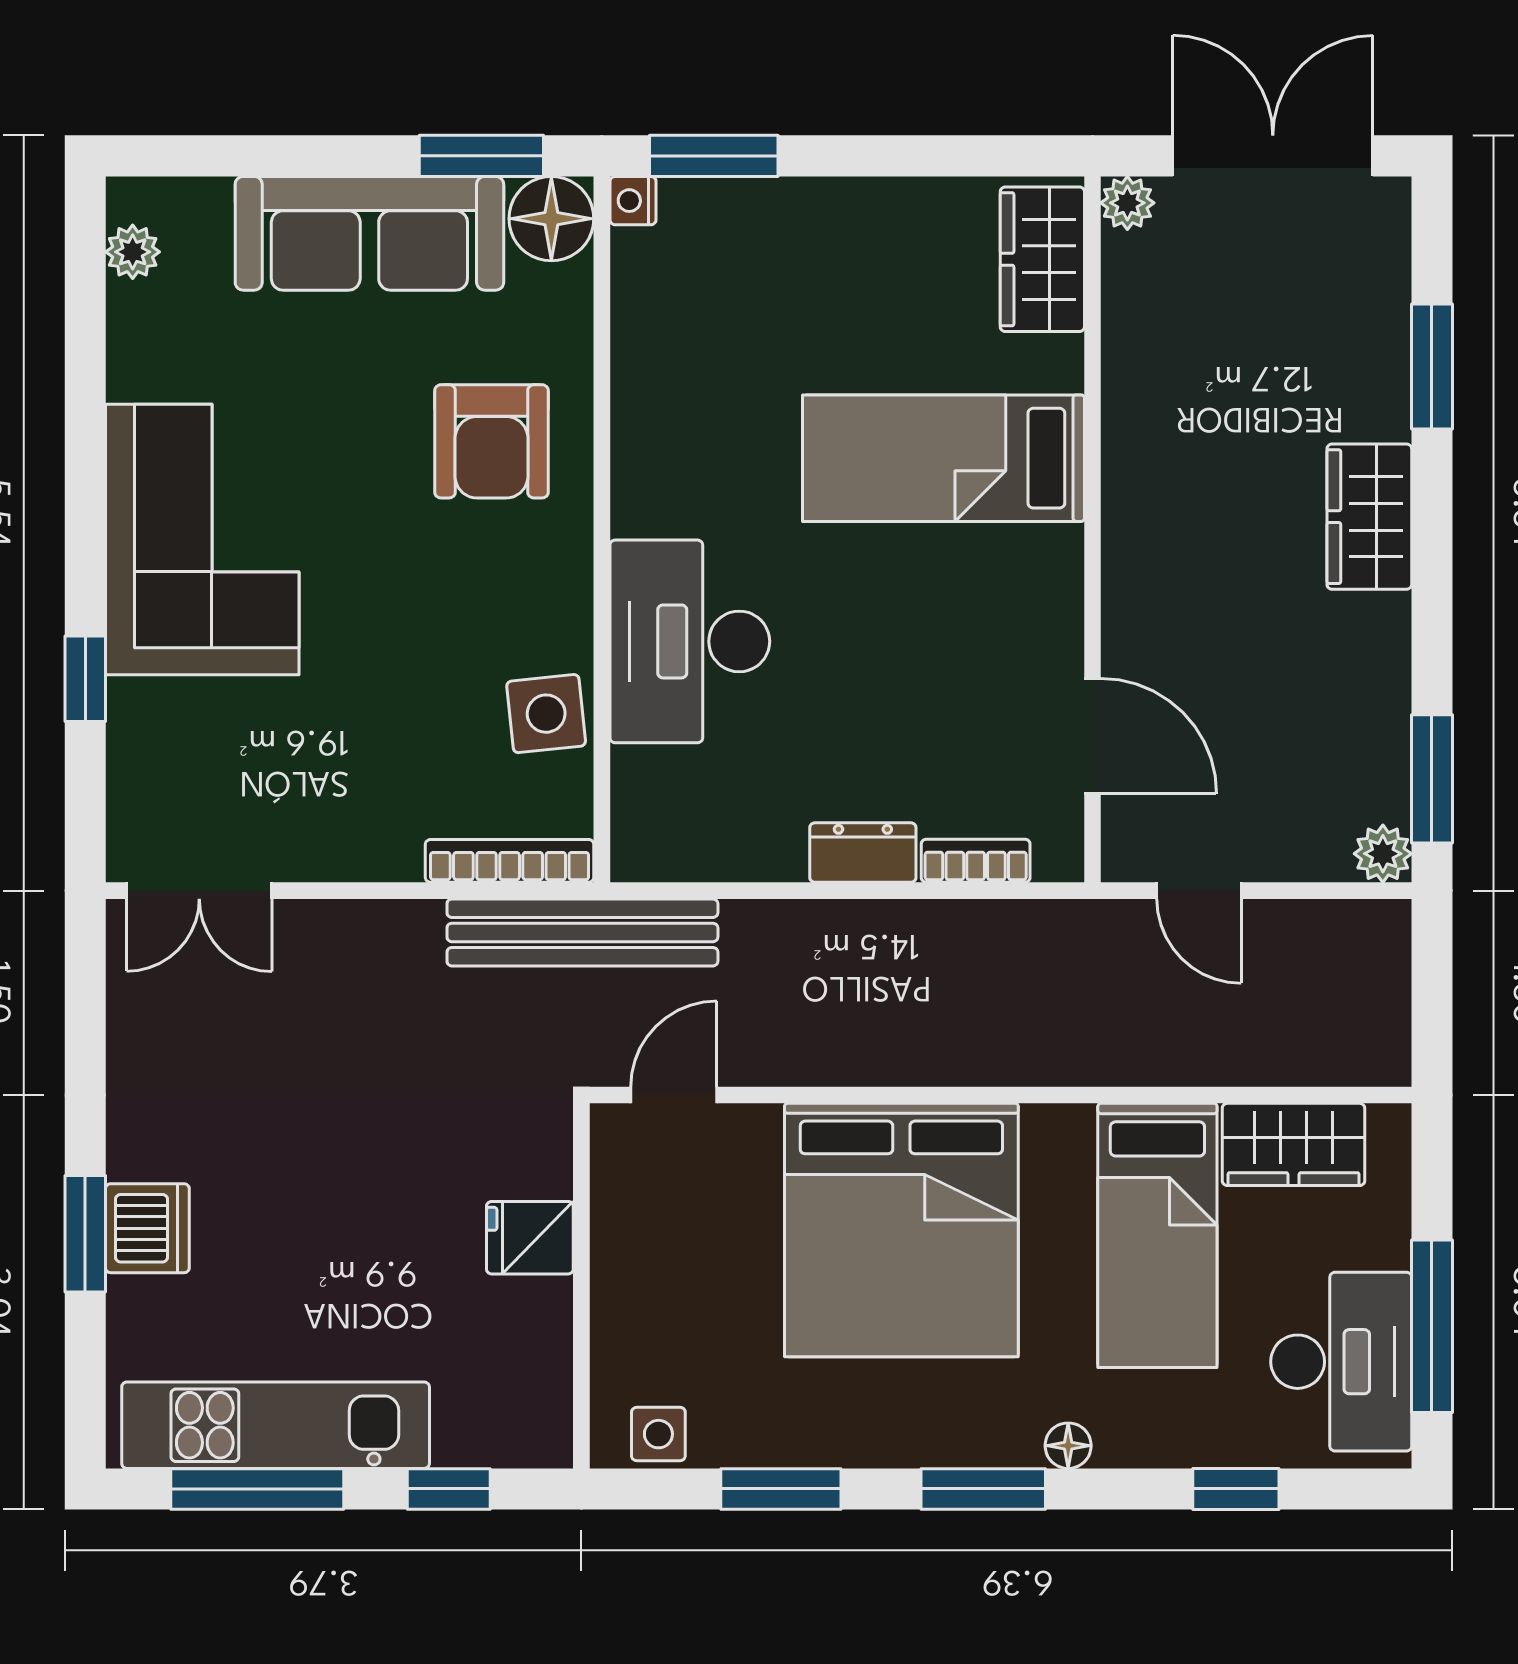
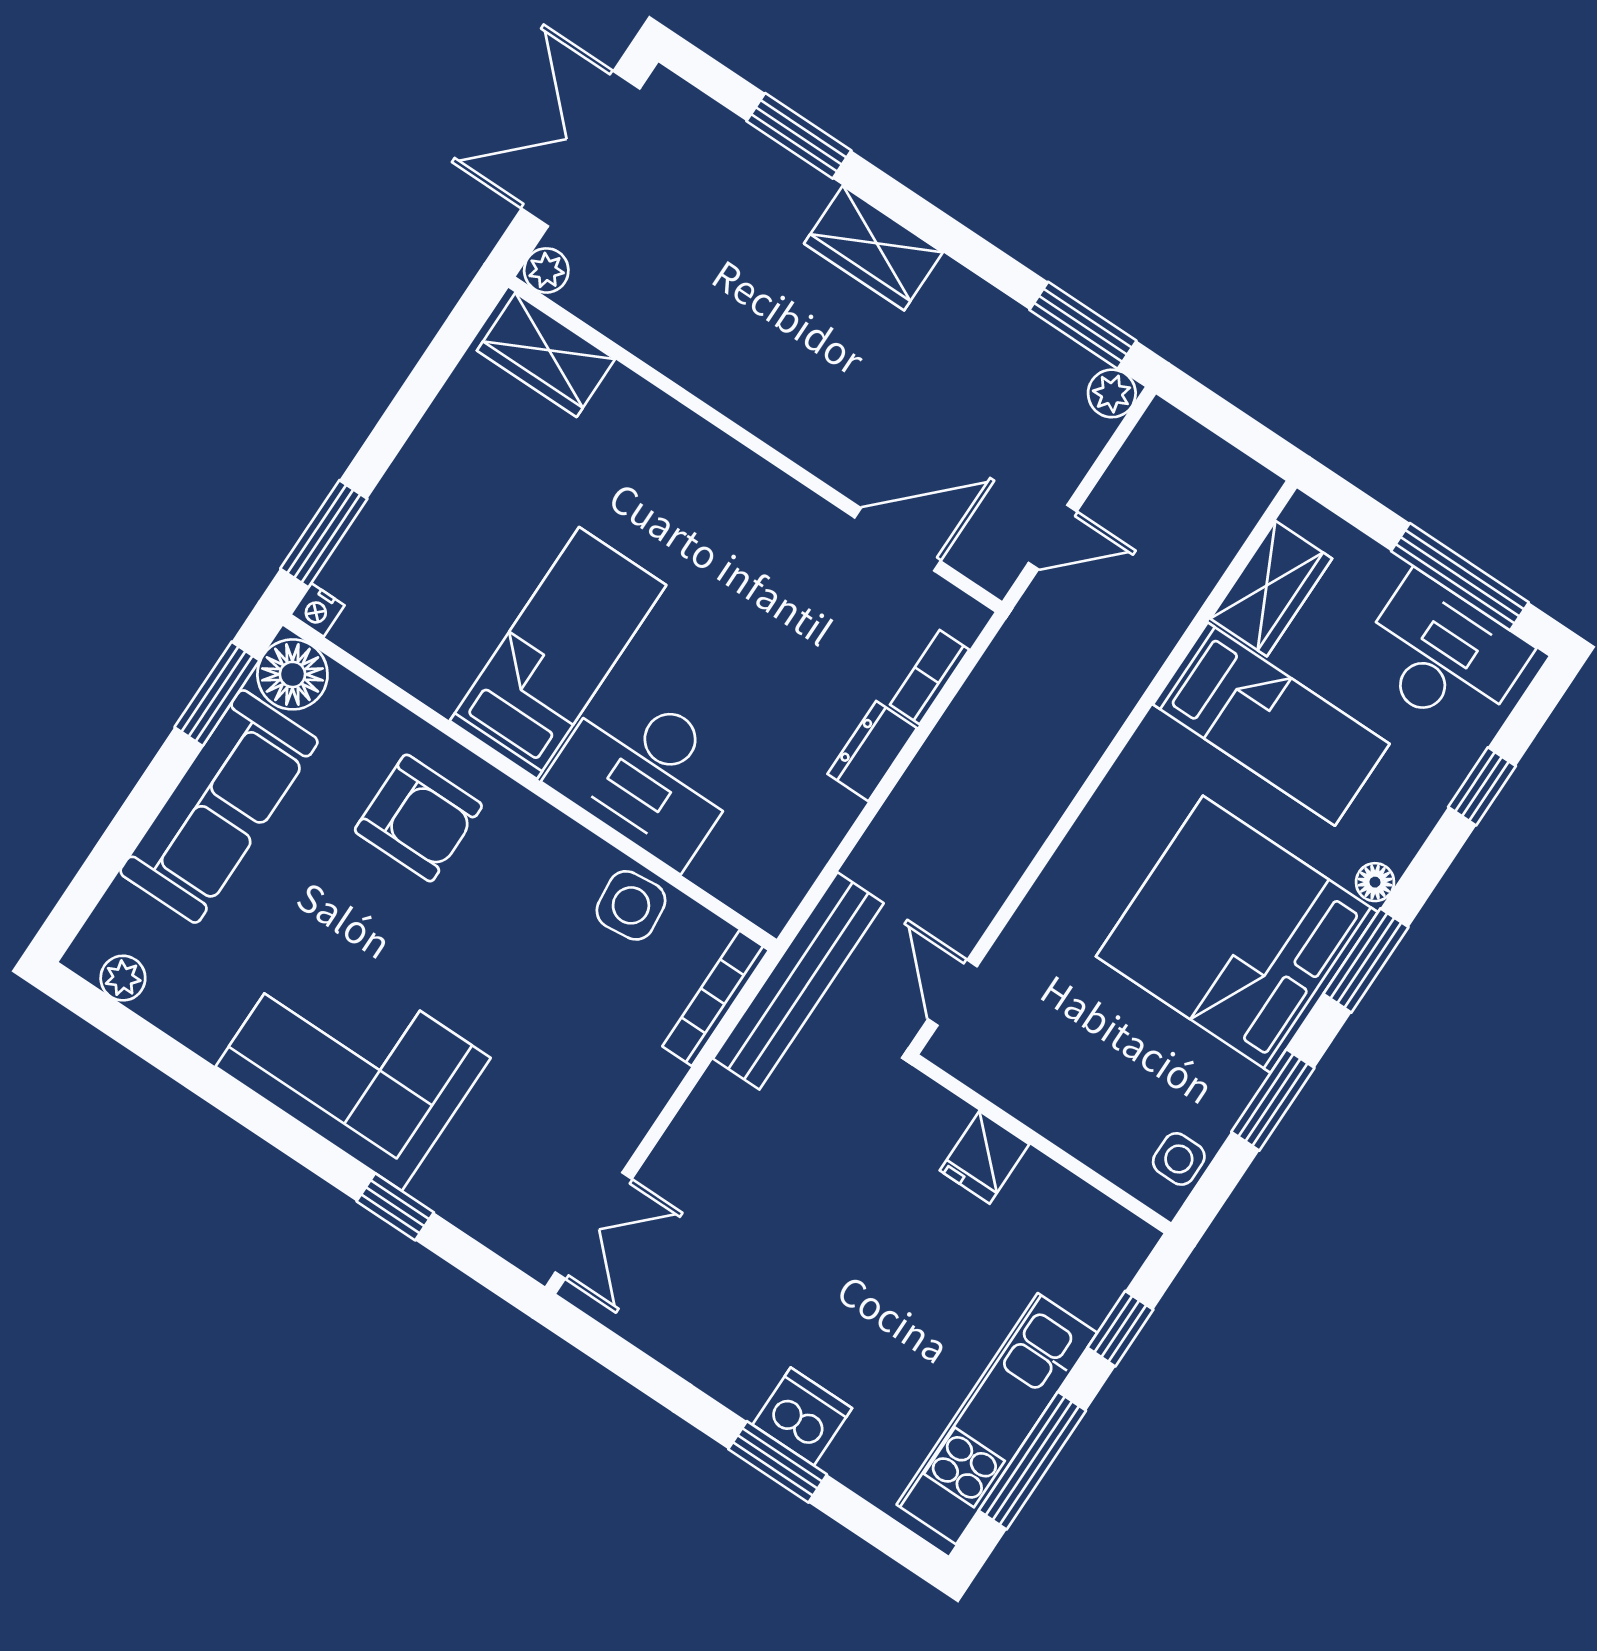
bed: (944, 458) -> (558, 653), moved, turned 180
bed: (901, 1230) -> (1237, 934), moved, turned 180

